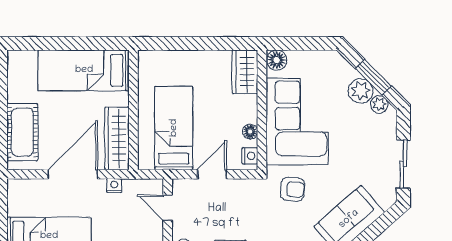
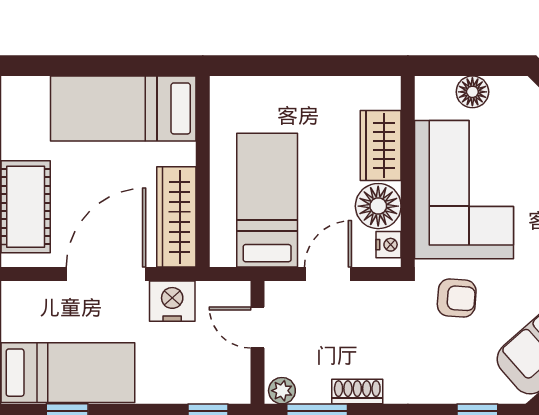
floor lamp: (277, 60) -> (472, 92), moved
wardrobe: (245, 72) -> (381, 145), moved
floor lamp: (250, 132) -> (378, 206), width x1.89, depth x1.89
nightstand: (114, 186) -> (172, 301), width x1.89, depth x1.79

